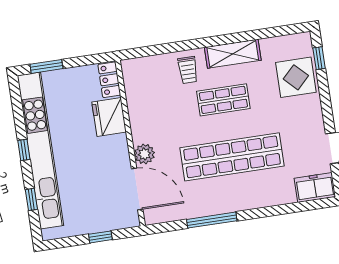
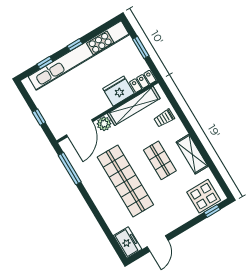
window: (46, 66) -> (141, 47), moved
trolley: (188, 70) -> (164, 118), moved
display table: (296, 77) -> (204, 196), moved
shelving: (137, 105) -> (134, 106), added
window: (212, 220) -> (70, 169), moved

